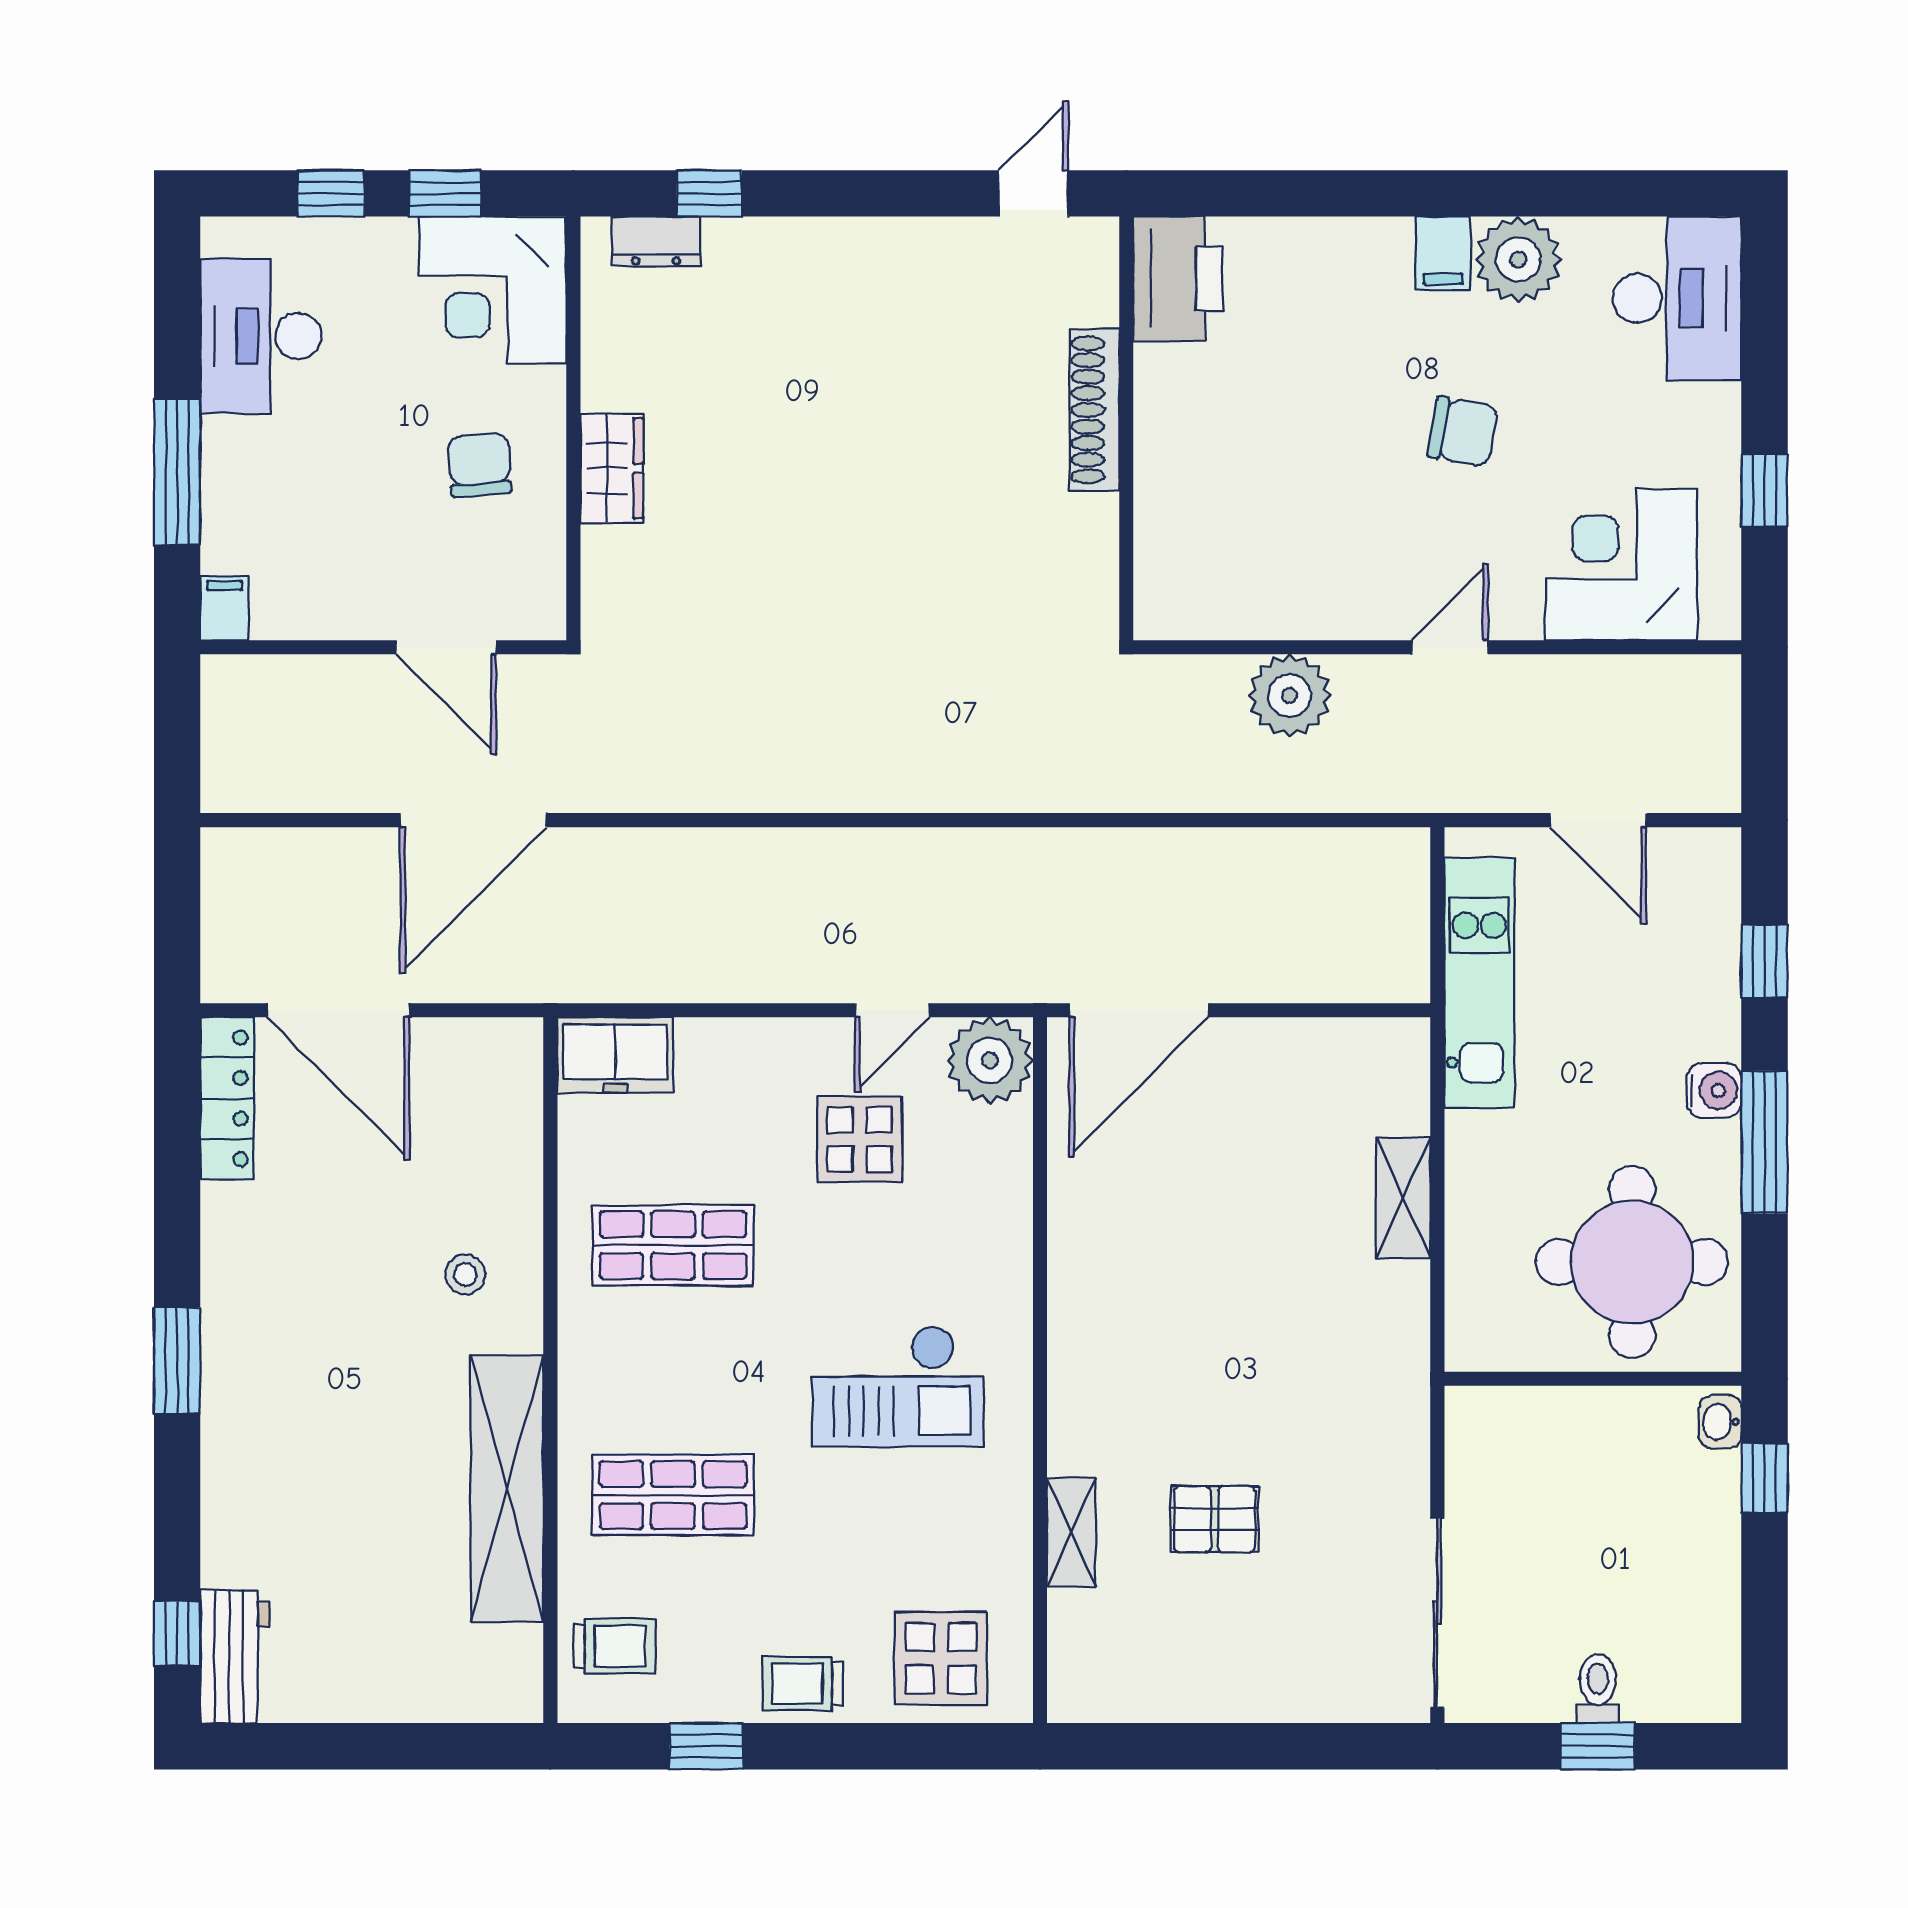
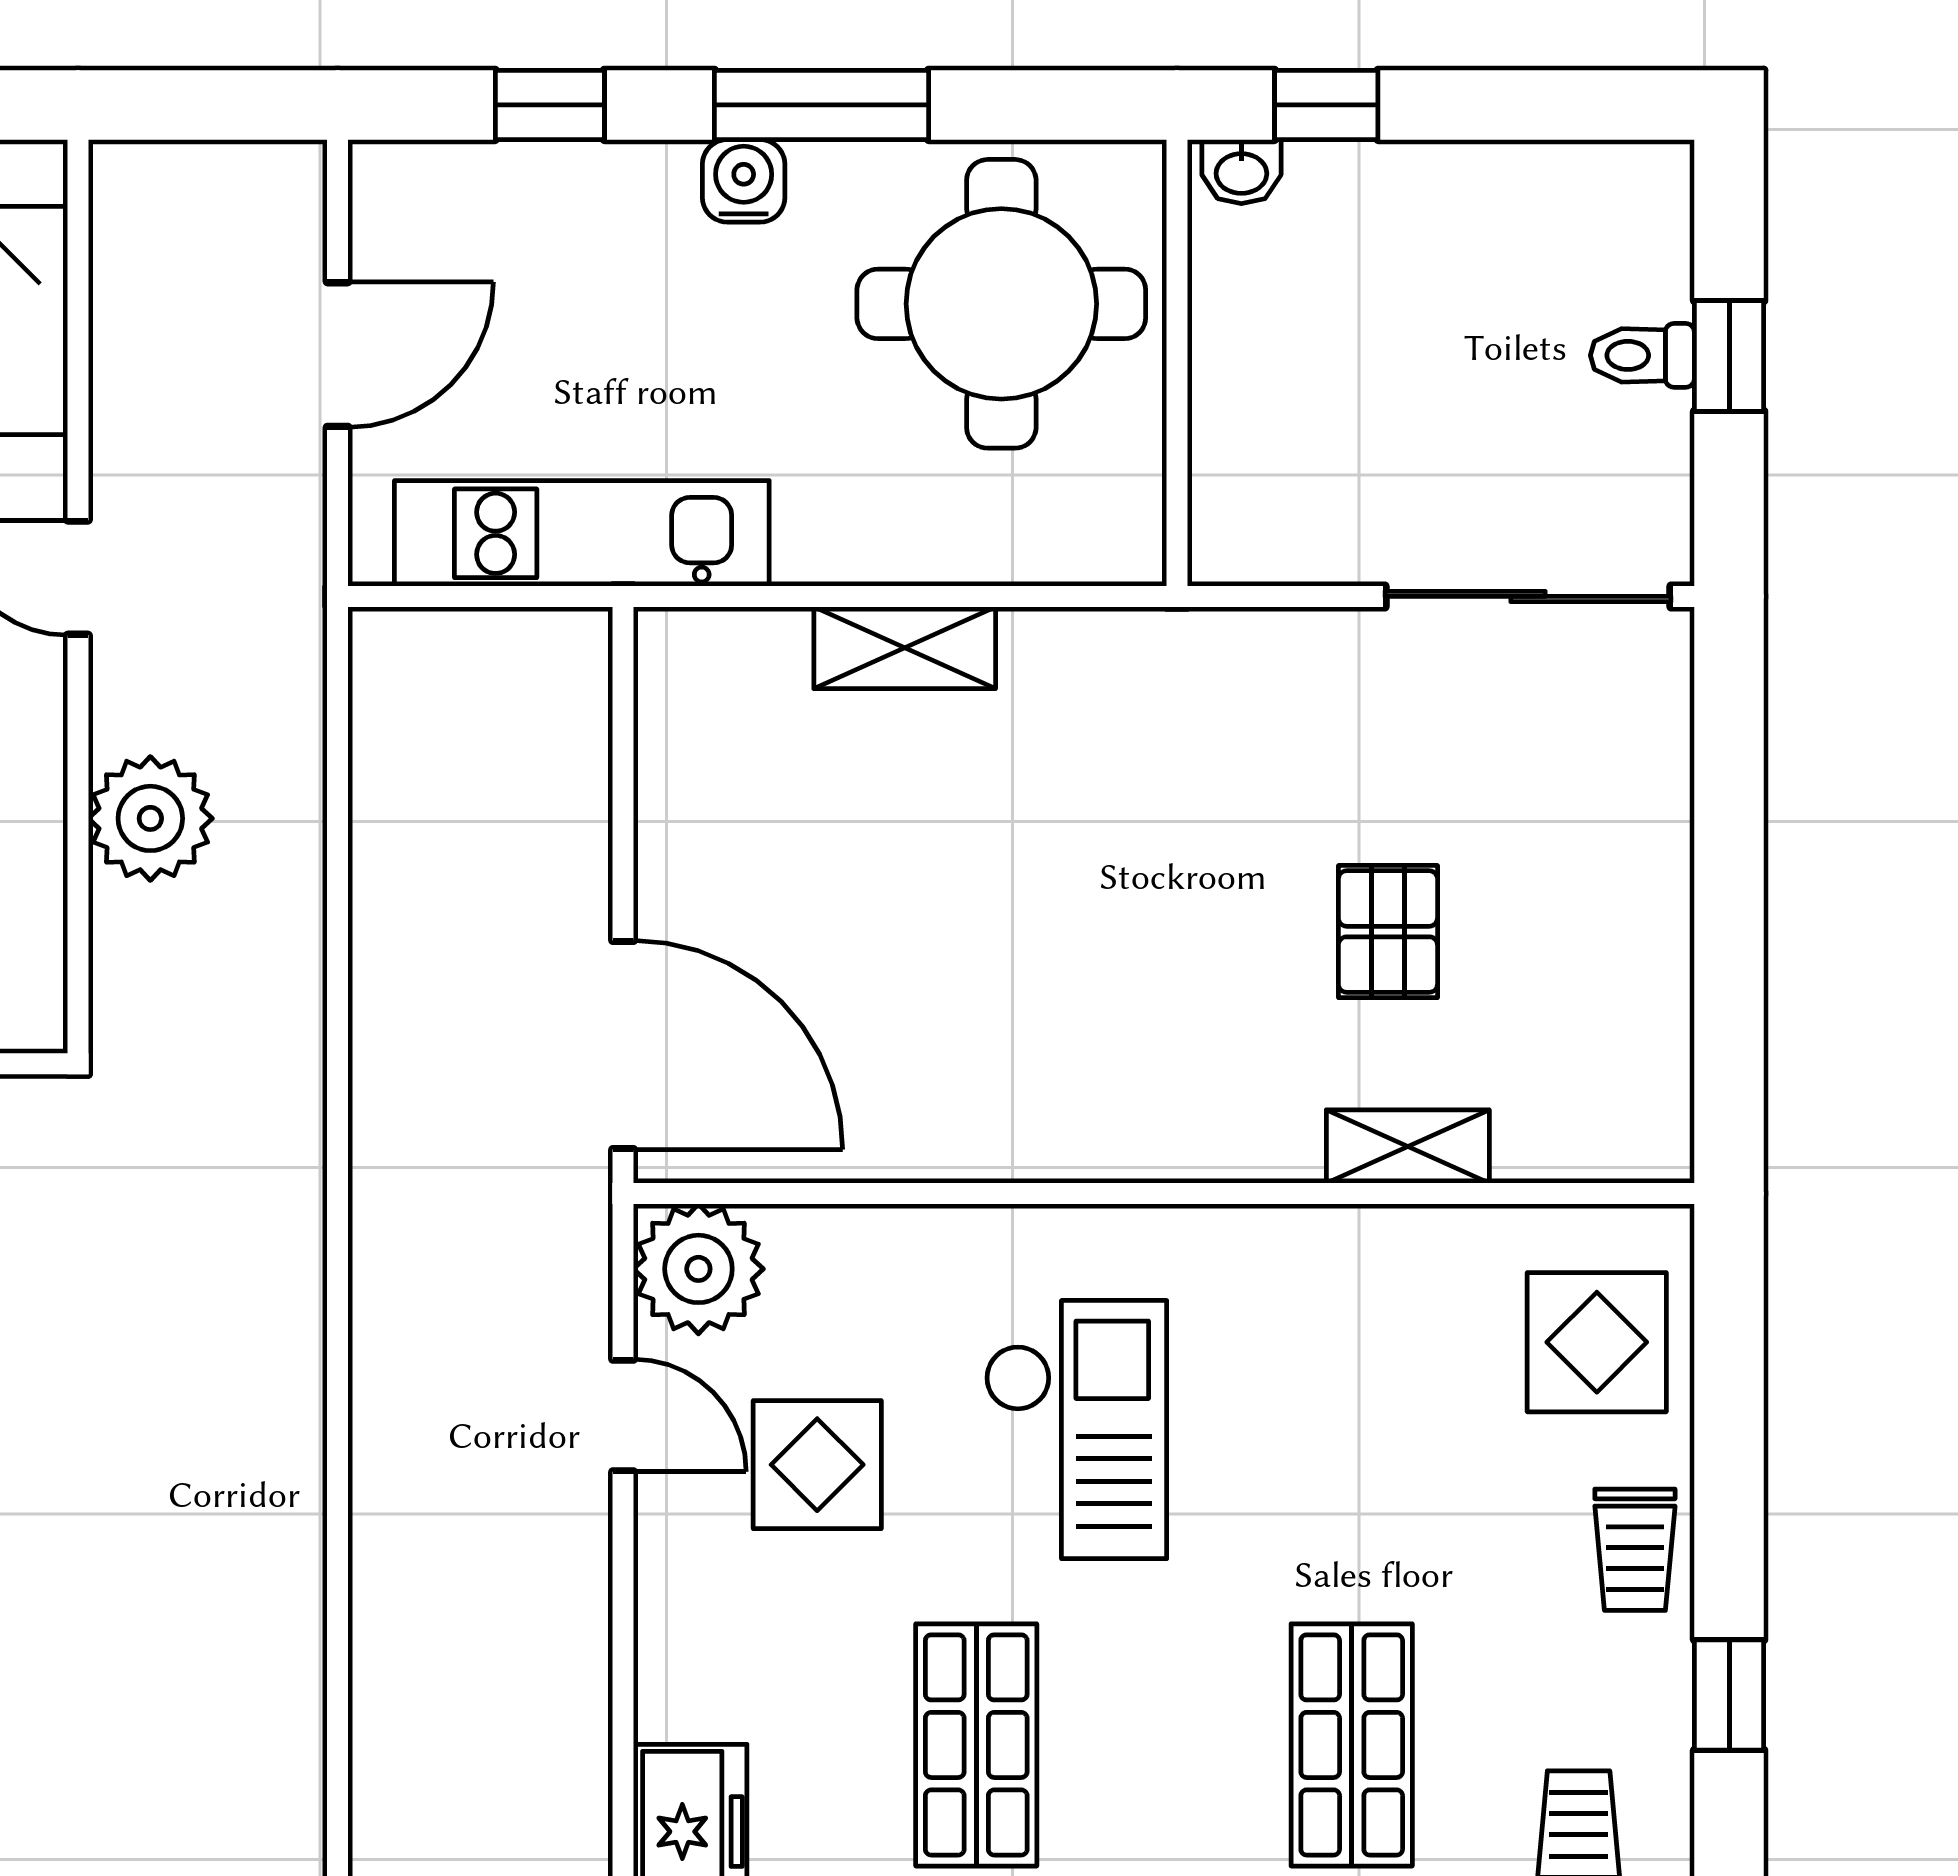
checkout: (898, 1386) -> (1076, 1430), moved

